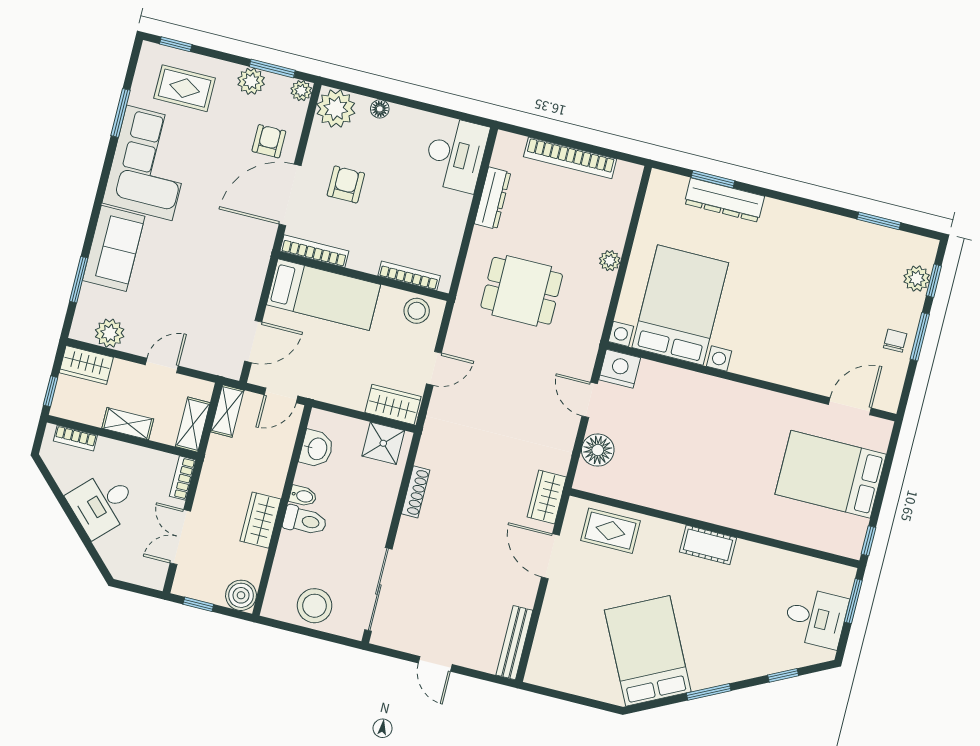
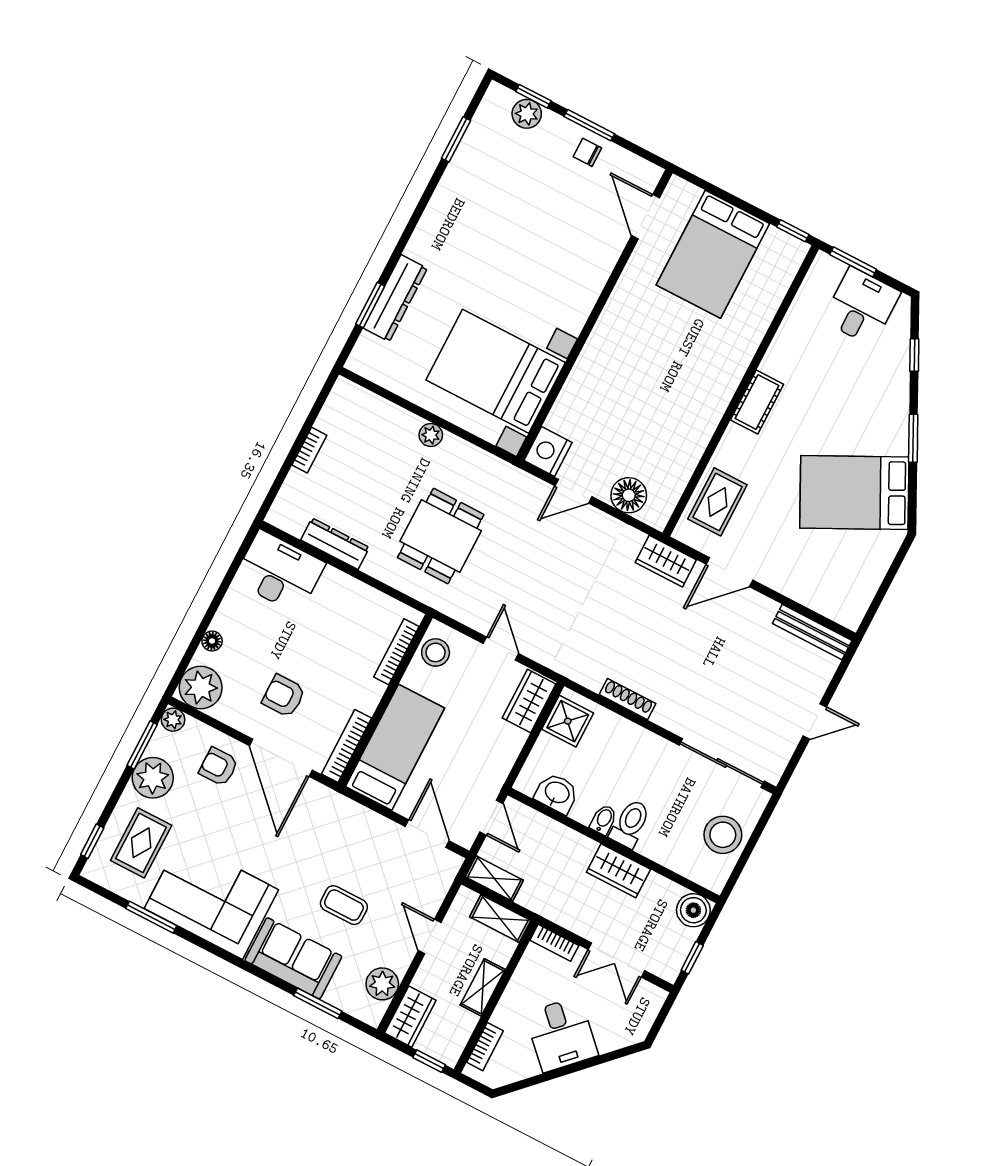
plant: (251, 81) -> (153, 778), width x1.36, depth x1.36
bookcase: (570, 158) -> (309, 450), width x0.43, depth x0.76
coffee table: (172, 282) -> (344, 905), added

